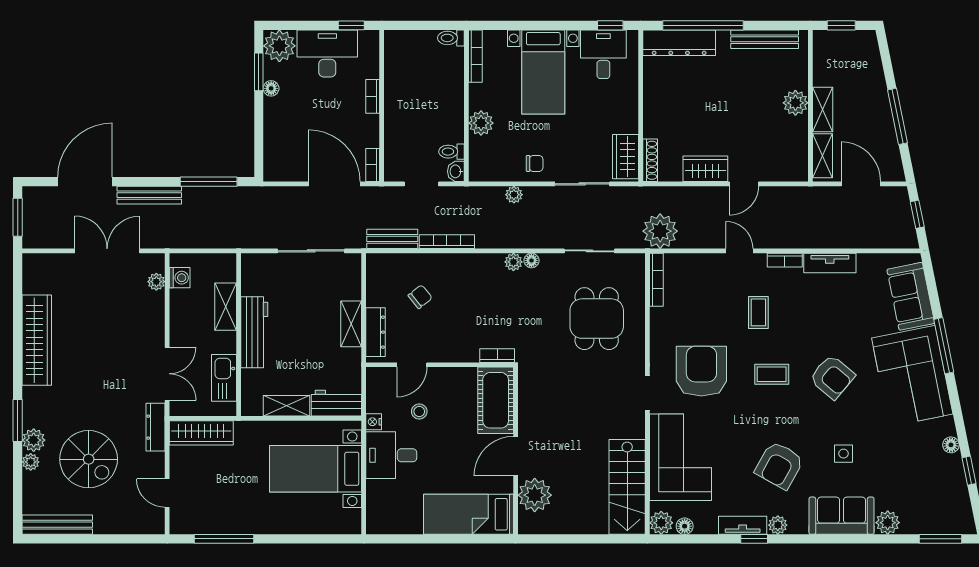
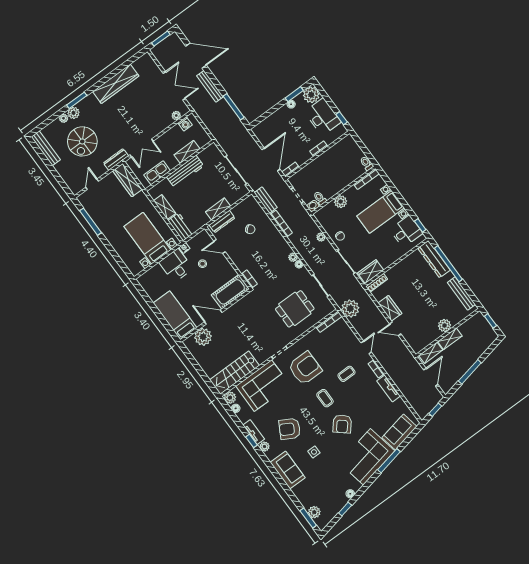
plant: (888, 523) -> (314, 512), moved

